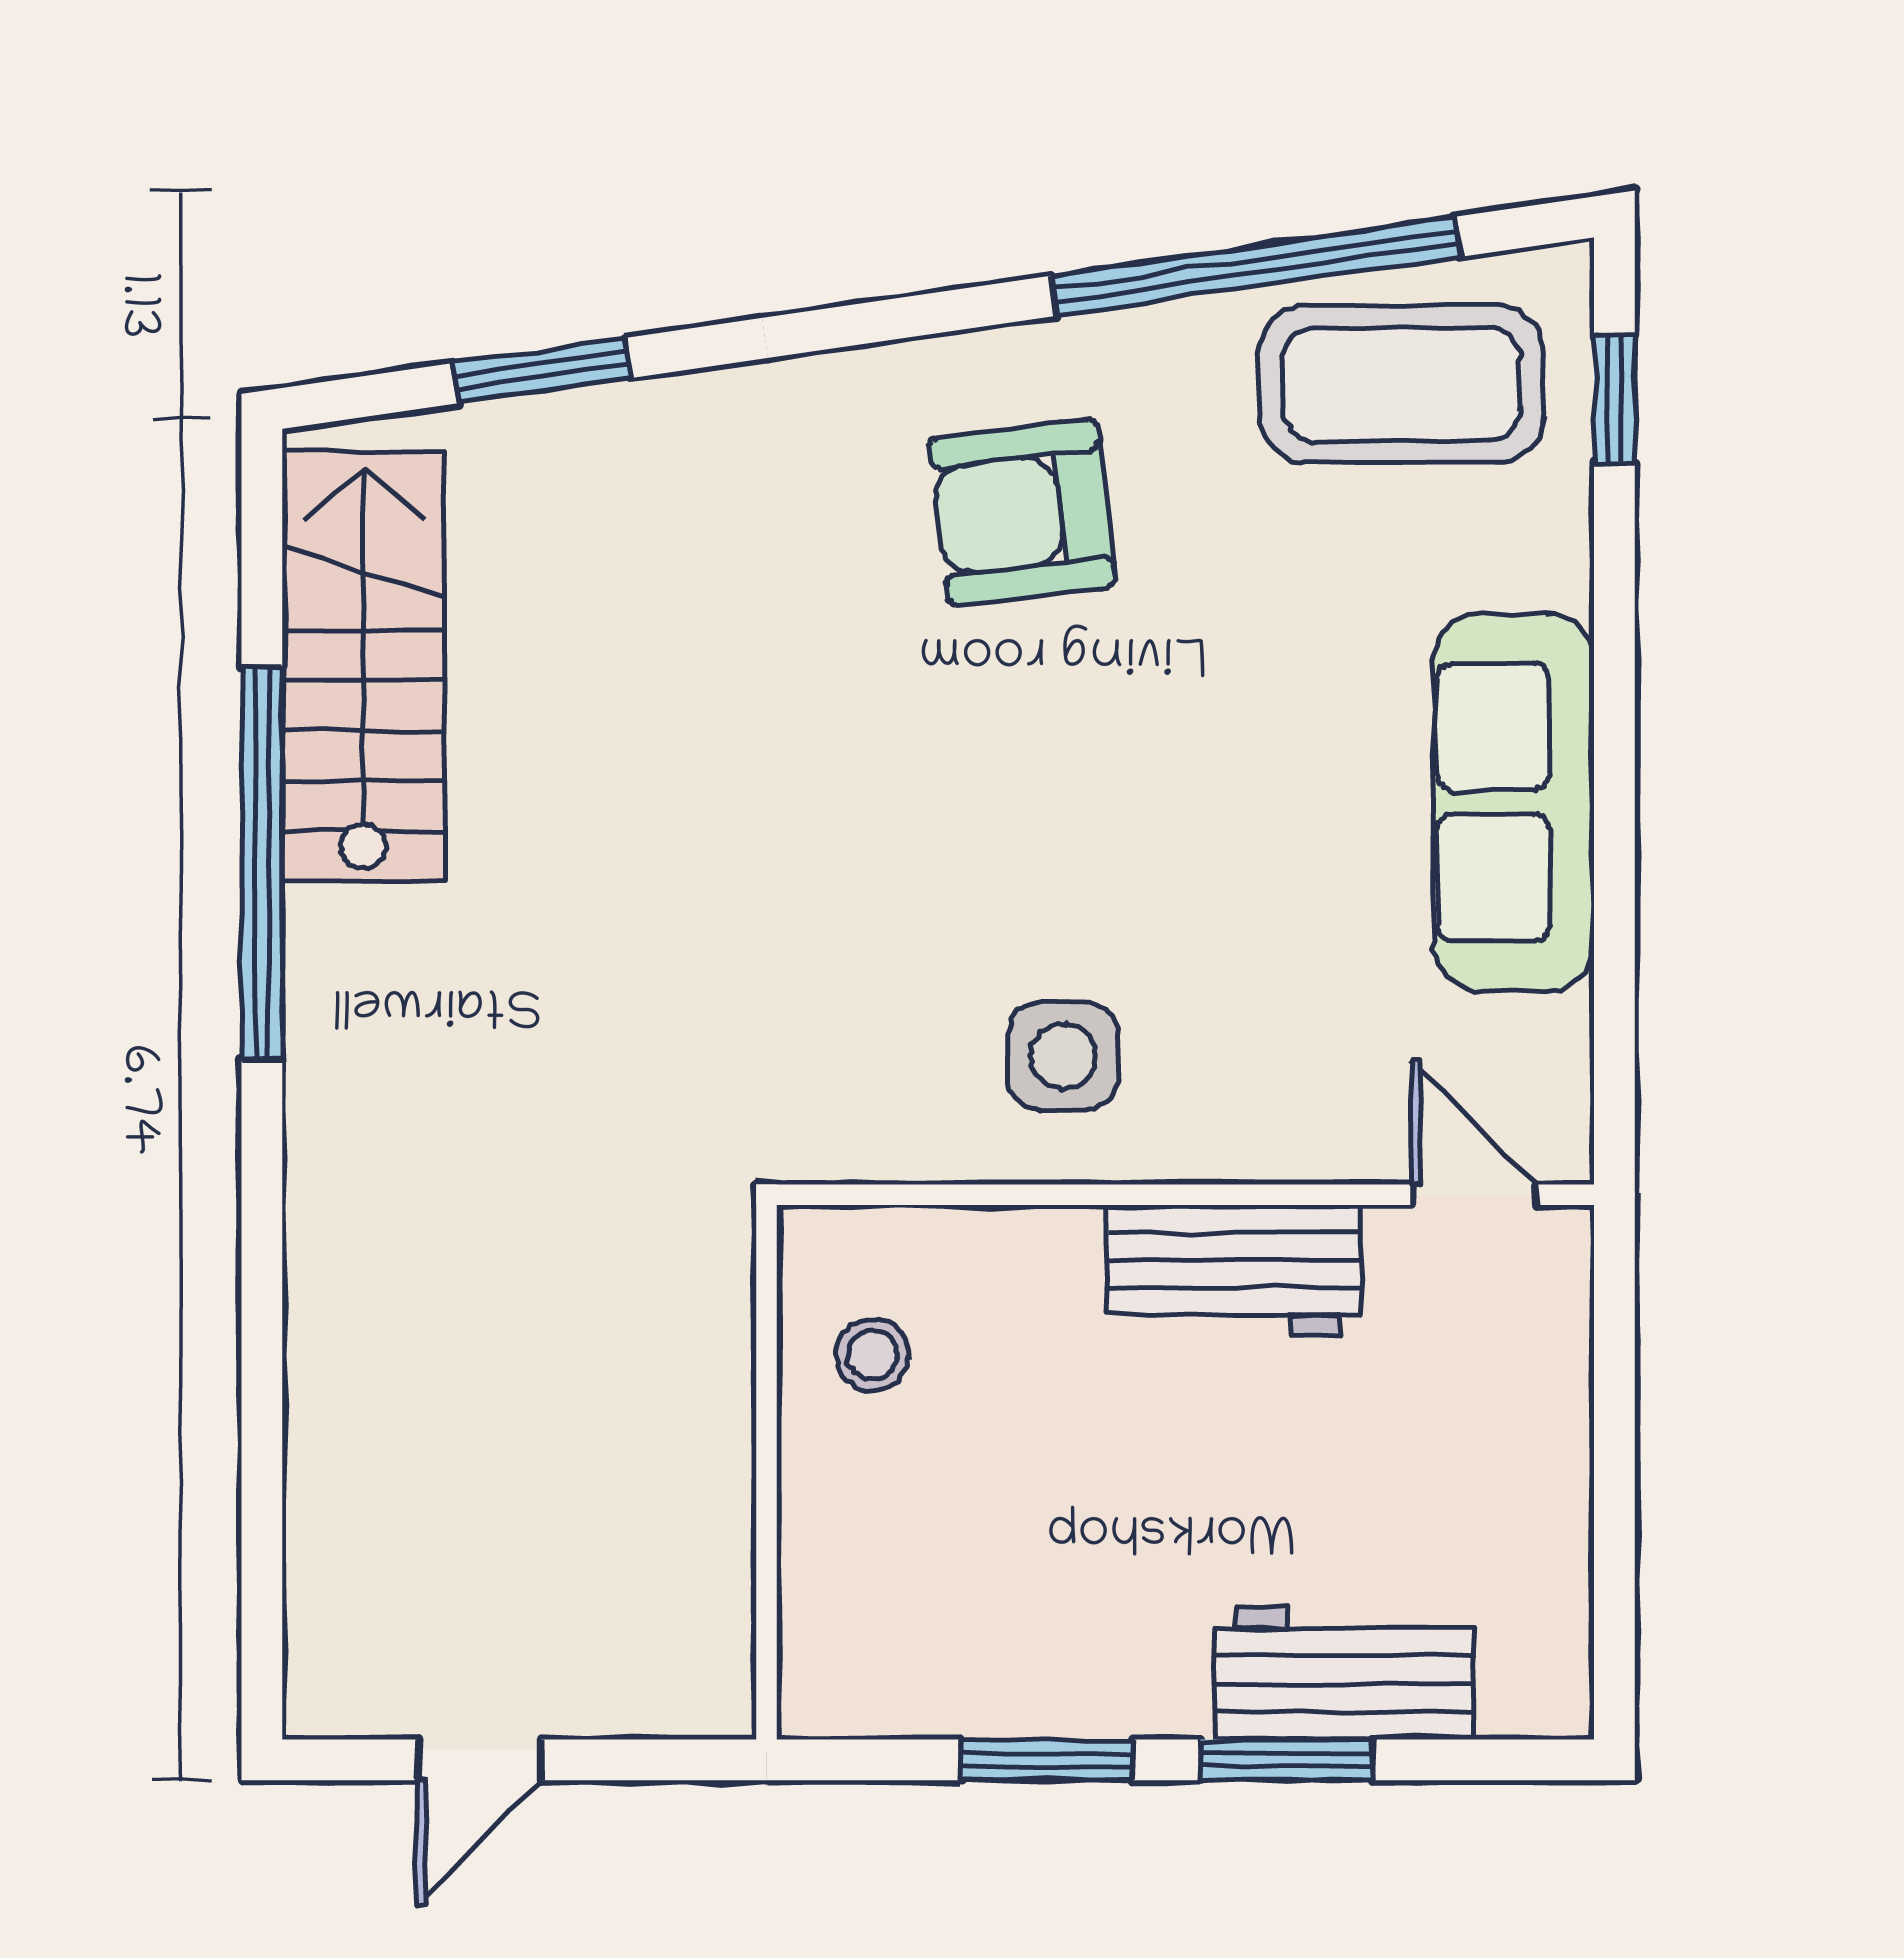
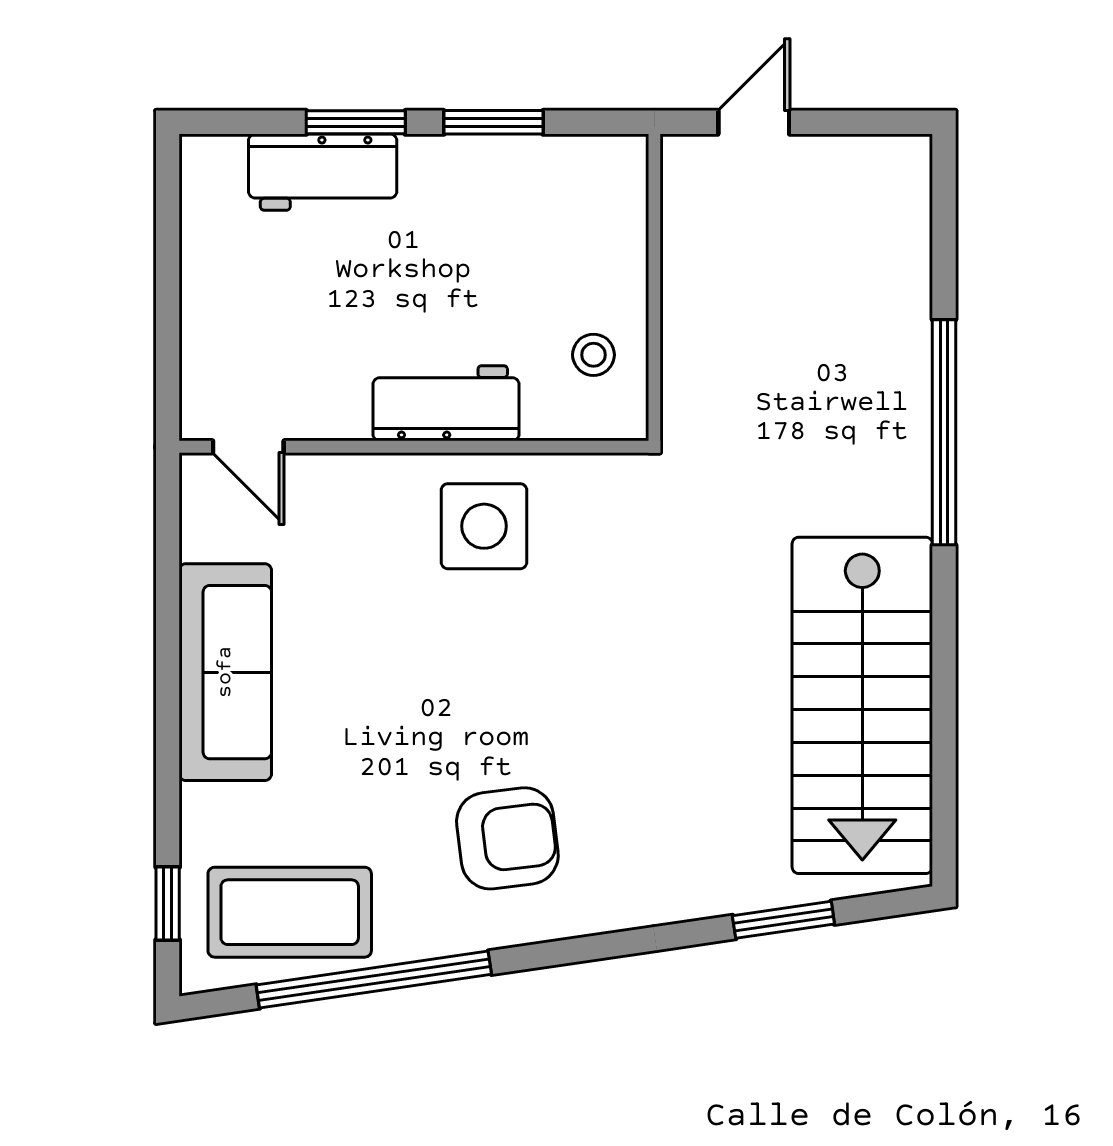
stairs: (363, 666) -> (862, 705), width x1.36, depth x1.51
window: (262, 863) -> (944, 432), moved
side table: (1063, 1056) -> (484, 526), width x1.37, depth x1.37
workbench: (1234, 1270) -> (446, 403), moved
door: (479, 1760) -> (754, 122), moved

